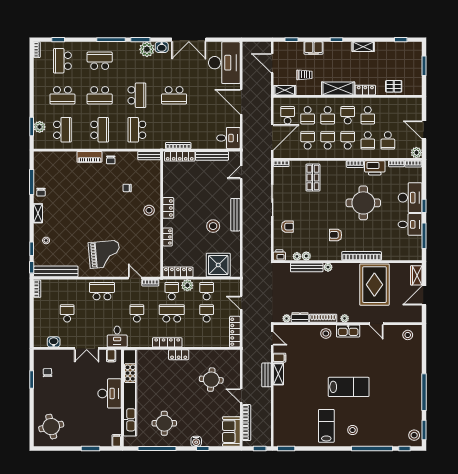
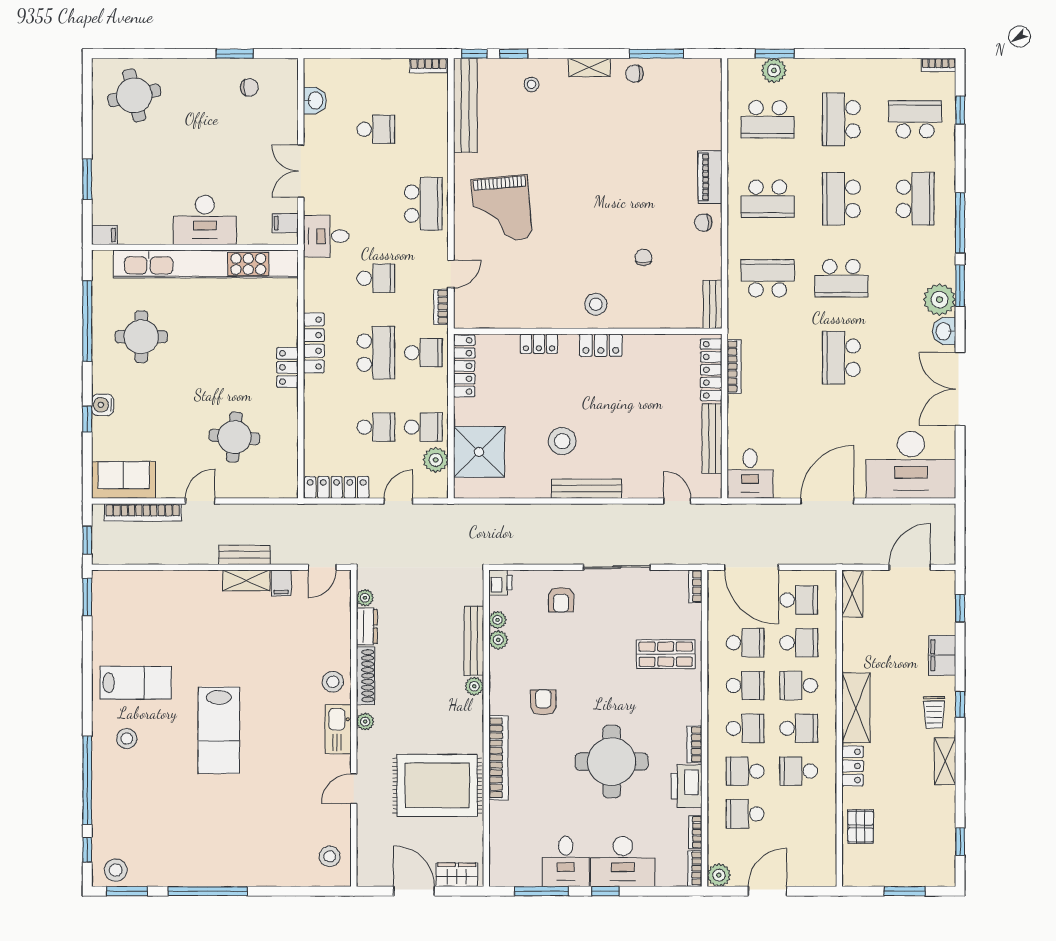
trolley: (304, 75) -> (934, 712), moved
school desk: (308, 115) -> (799, 643), turned 180
plant: (187, 285) -> (436, 460), moved

